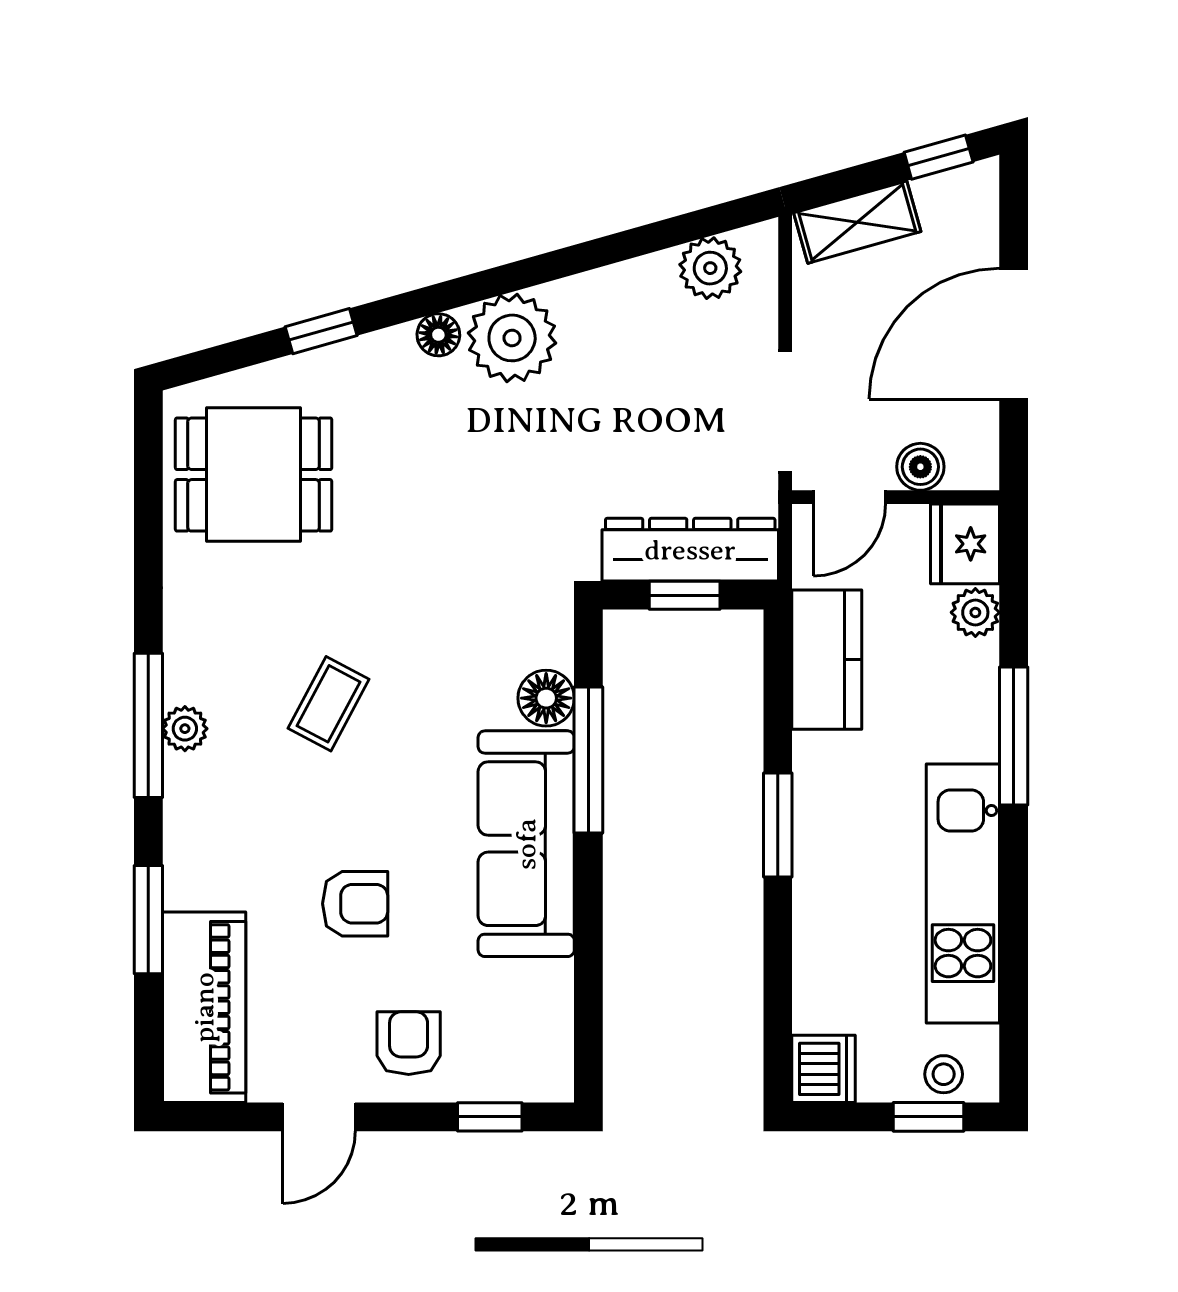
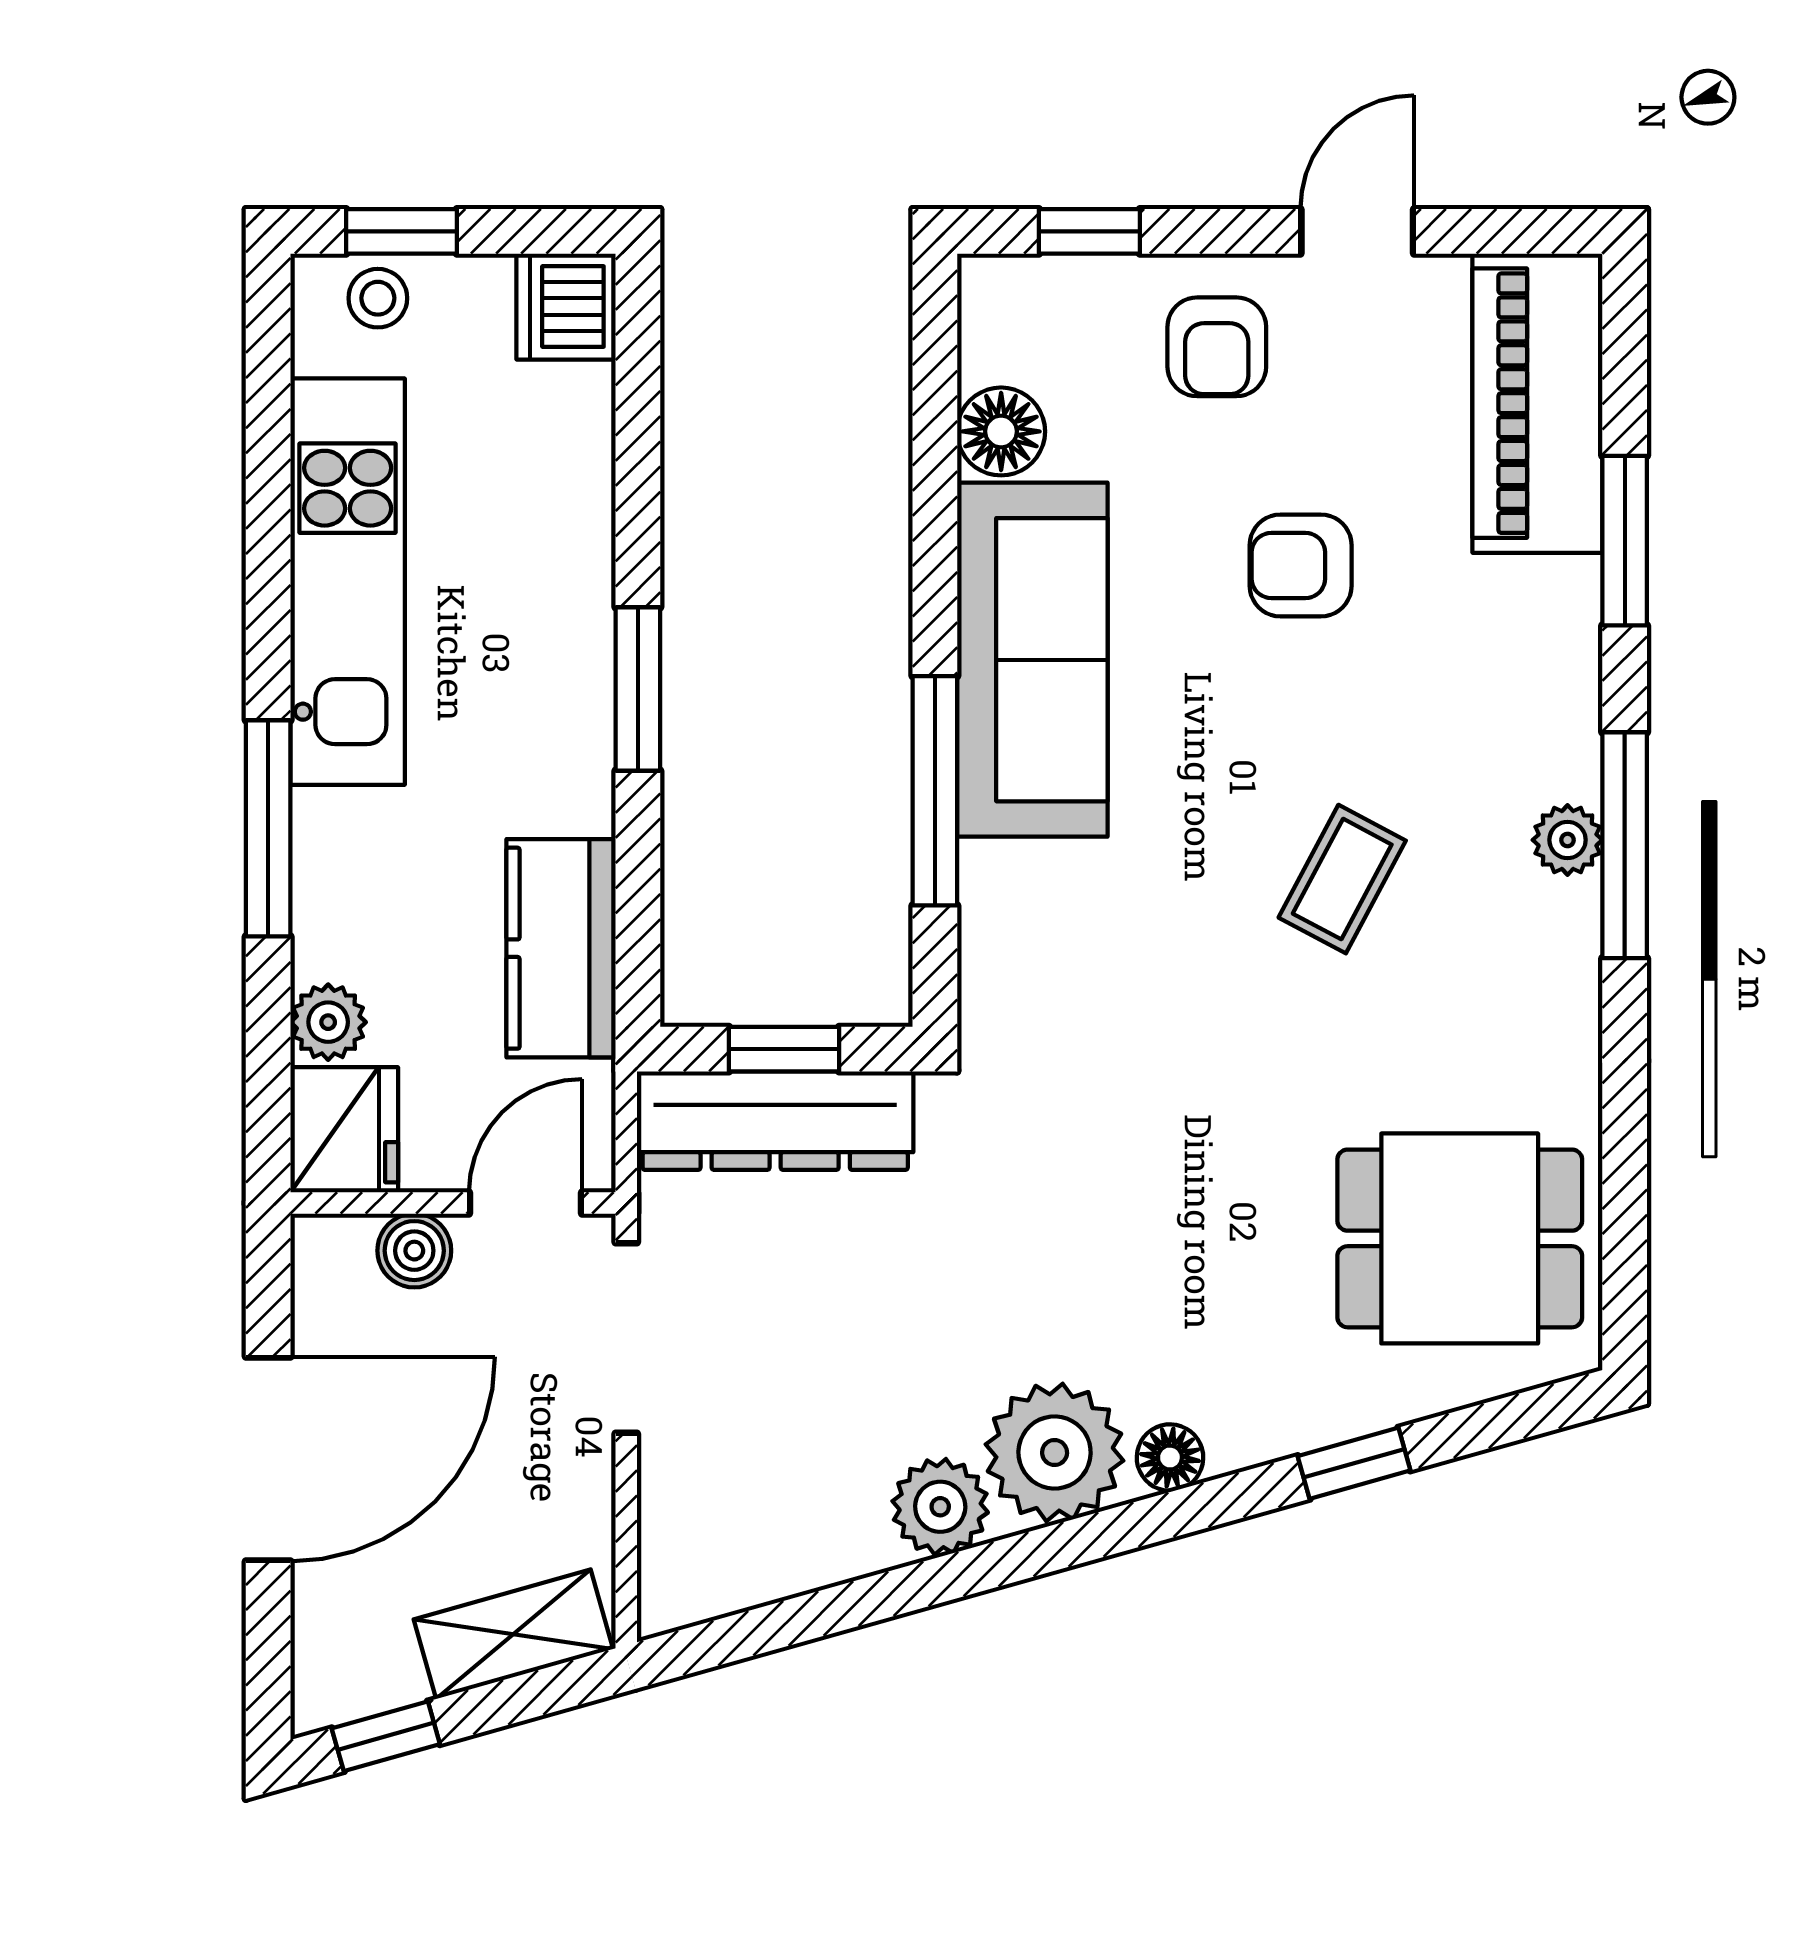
plant: (710, 268) -> (940, 1507), moved
floor lamp: (546, 698) -> (1001, 431), moved

